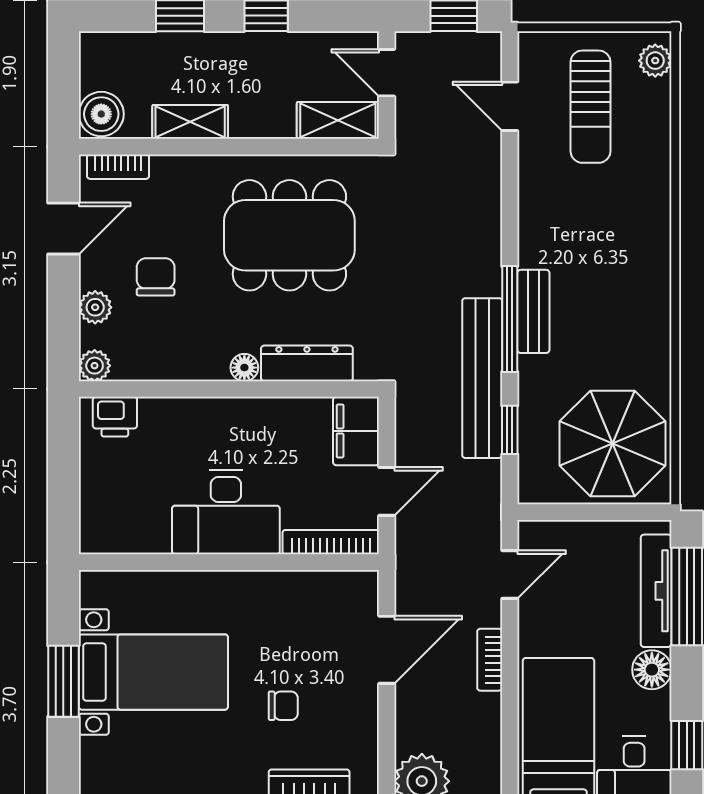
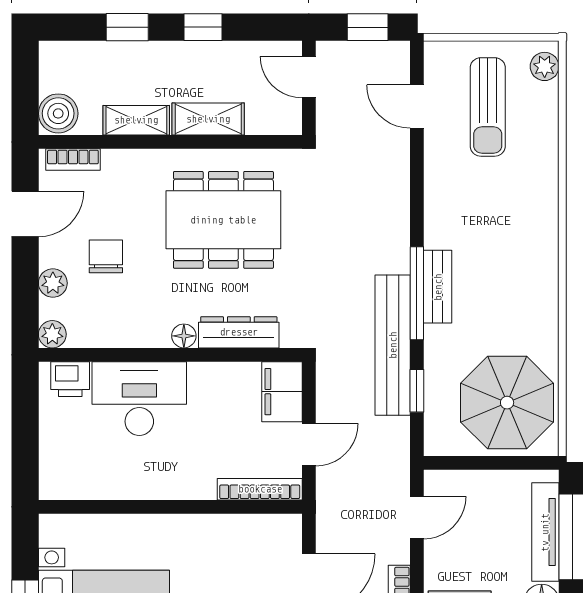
shelving: (338, 120) -> (208, 119), moved
desk: (226, 512) -> (139, 399), moved, turned 180

